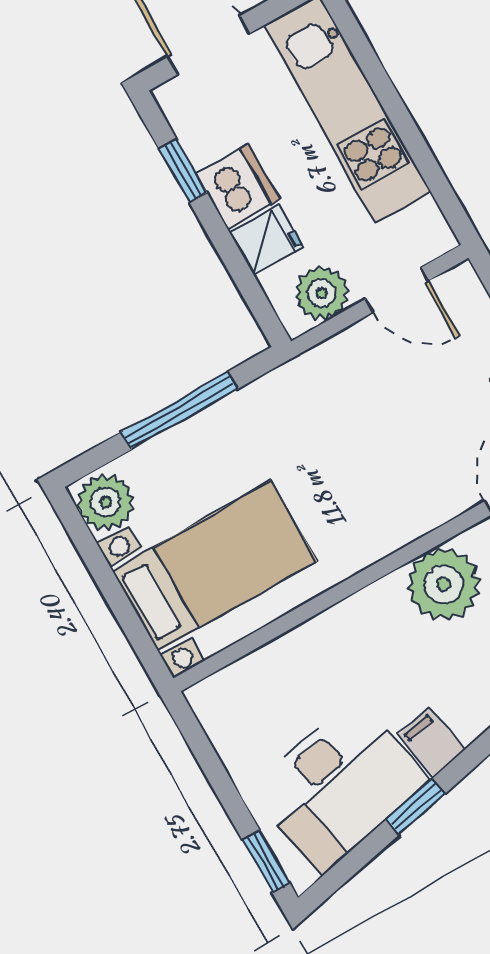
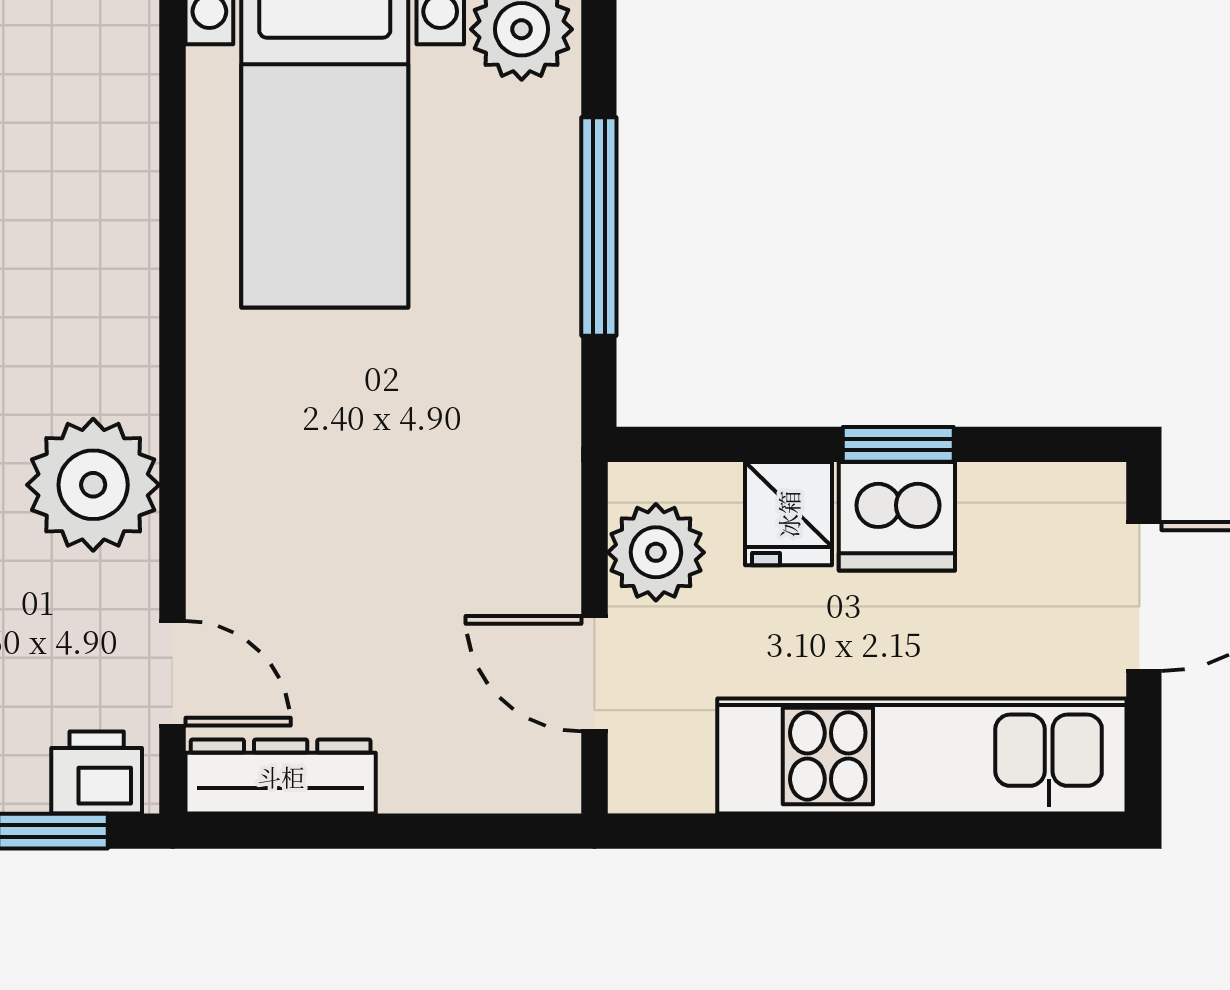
window: (183, 171) -> (898, 444), moved
door: (397, 290) -> (594, 674), hinge flipped

